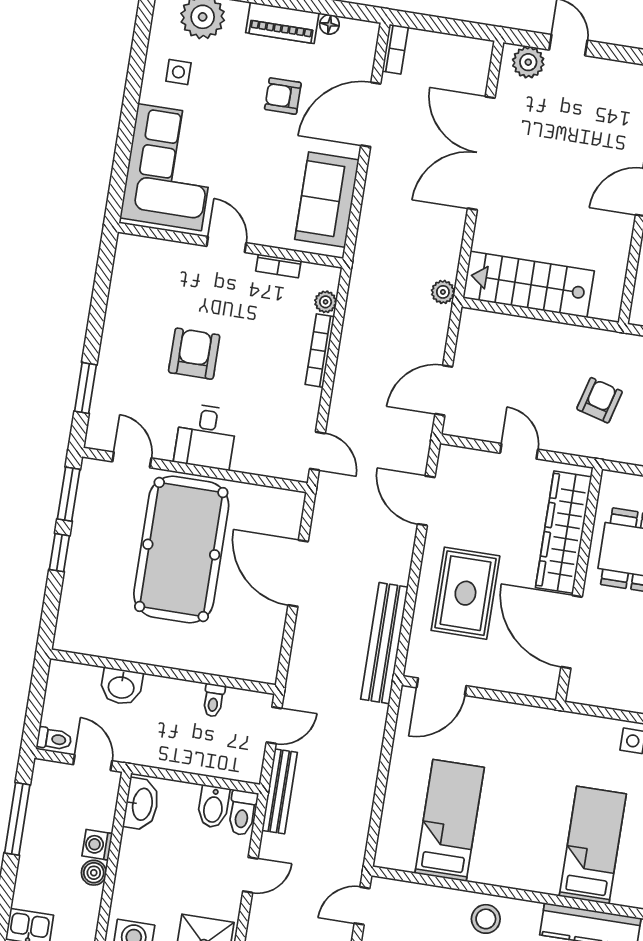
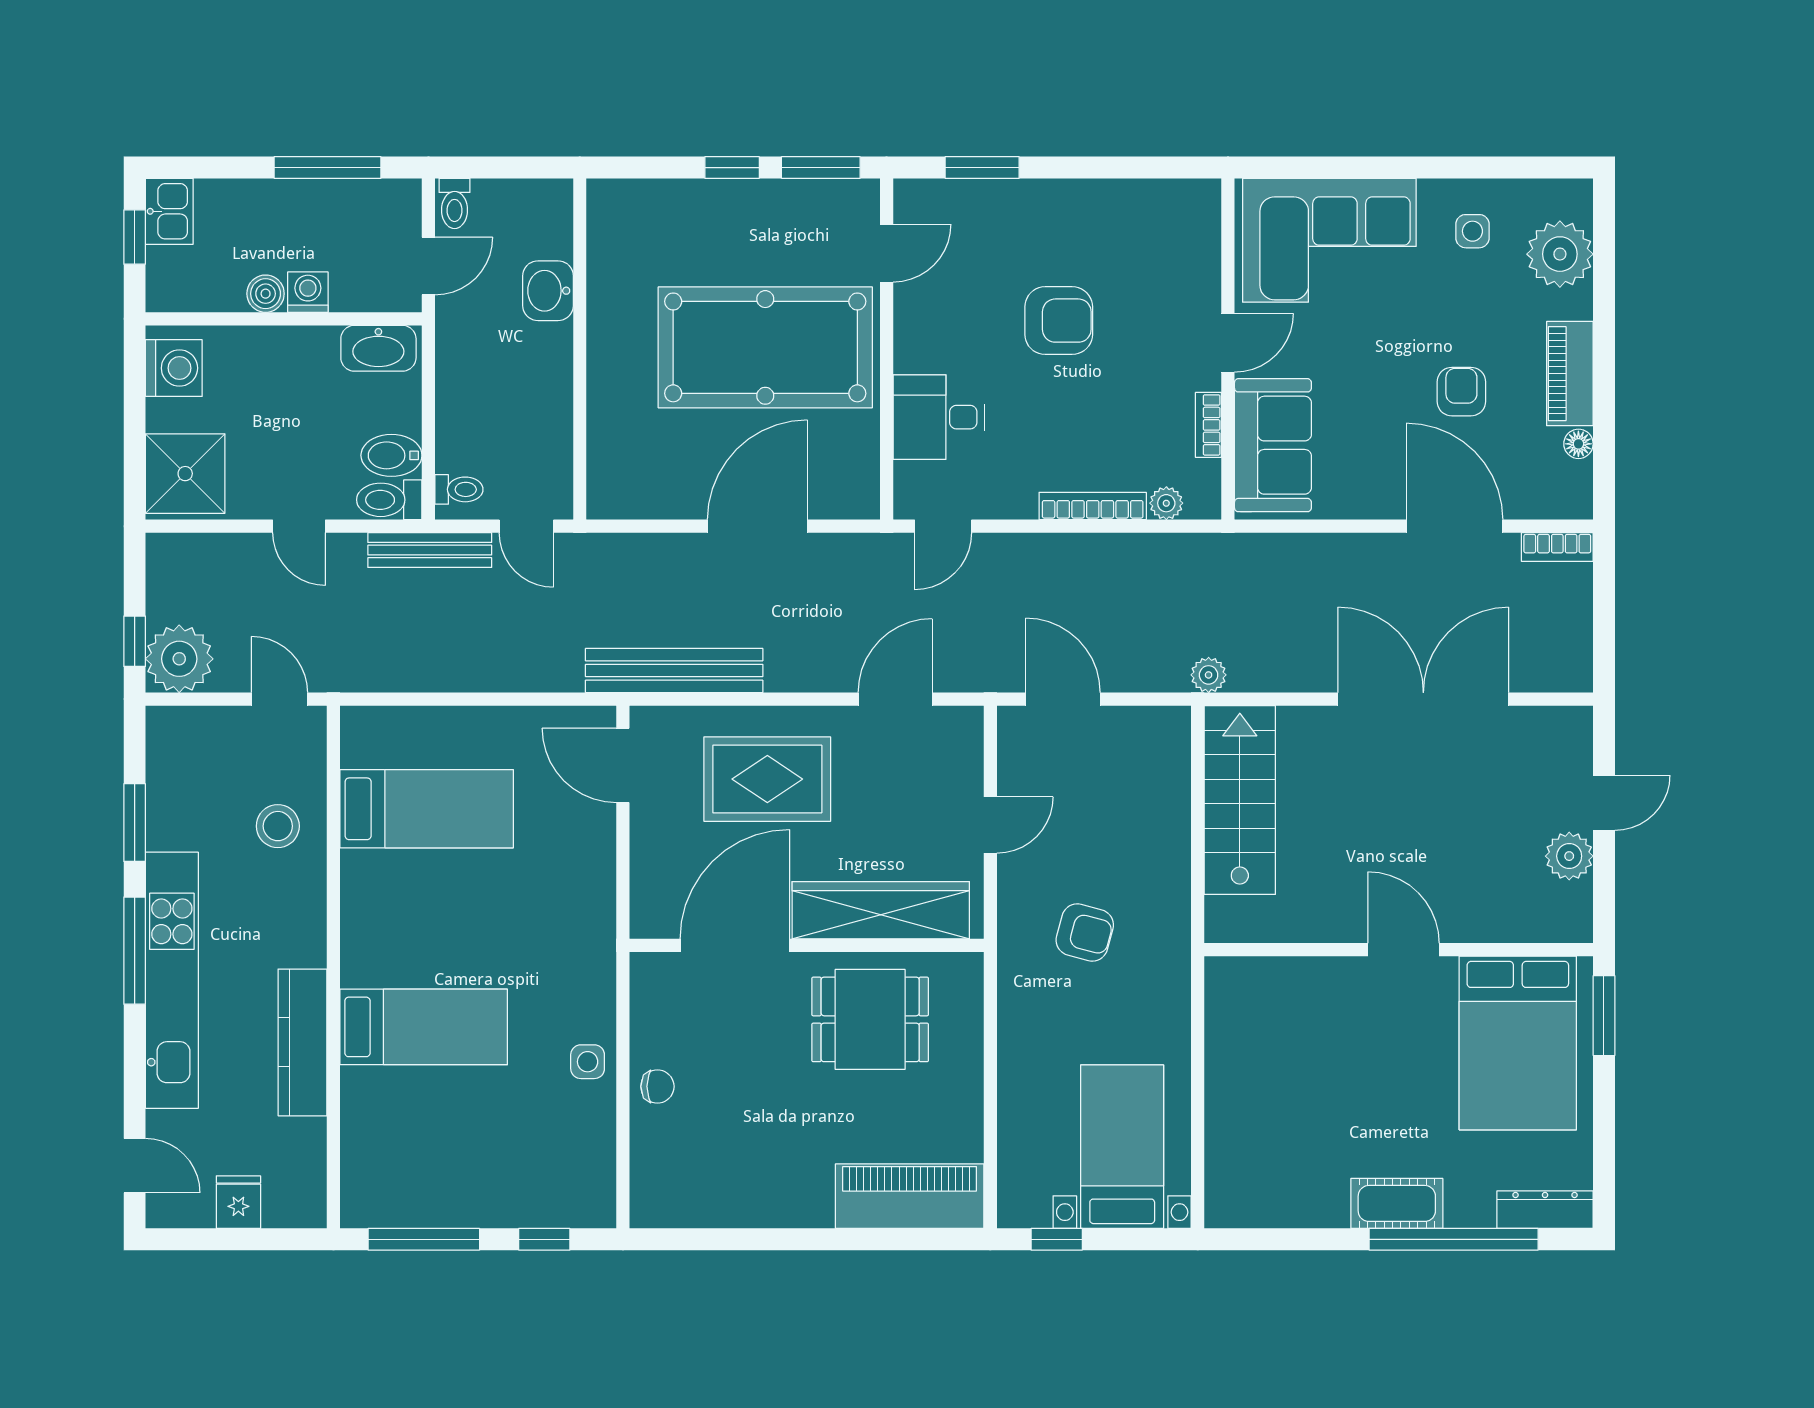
plant: (528, 62) -> (1569, 856), moved
sofa: (327, 200) -> (1273, 445), moved, turned 90
desk: (206, 436) -> (939, 417), moved
toilet: (214, 700) -> (459, 489), moved, turned 180
stool: (486, 919) -> (278, 826), moved

